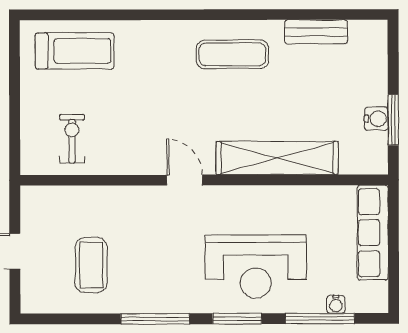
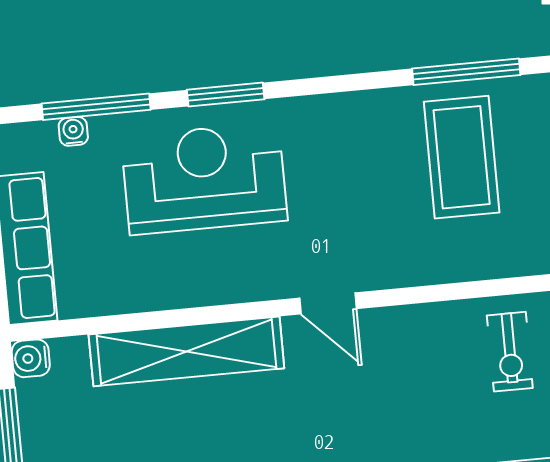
water cooler: (376, 119) -> (31, 358), moved
coffee table: (91, 265) -> (462, 157), width x1.36, depth x1.32
window: (155, 319) -> (466, 72), moved

